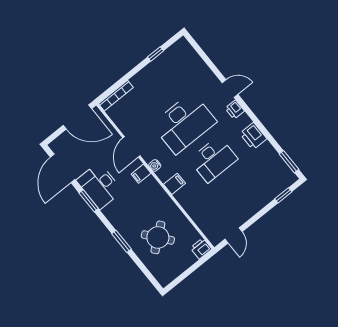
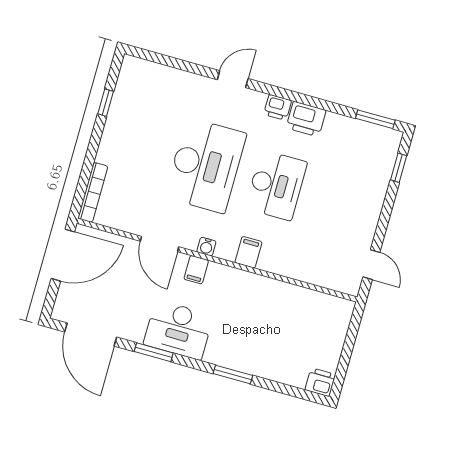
printer: (235, 110) -> (278, 107), moved
desk: (100, 186) -> (178, 330), moved
round table: (158, 237) -> (276, 336), removed
printer: (201, 248) -> (320, 382), moved, turned 90

